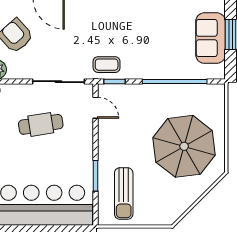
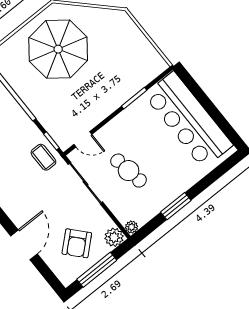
door: (95, 108) -> (83, 139), swing flipped
sun lounger: (124, 194) -> (130, 66), removed

